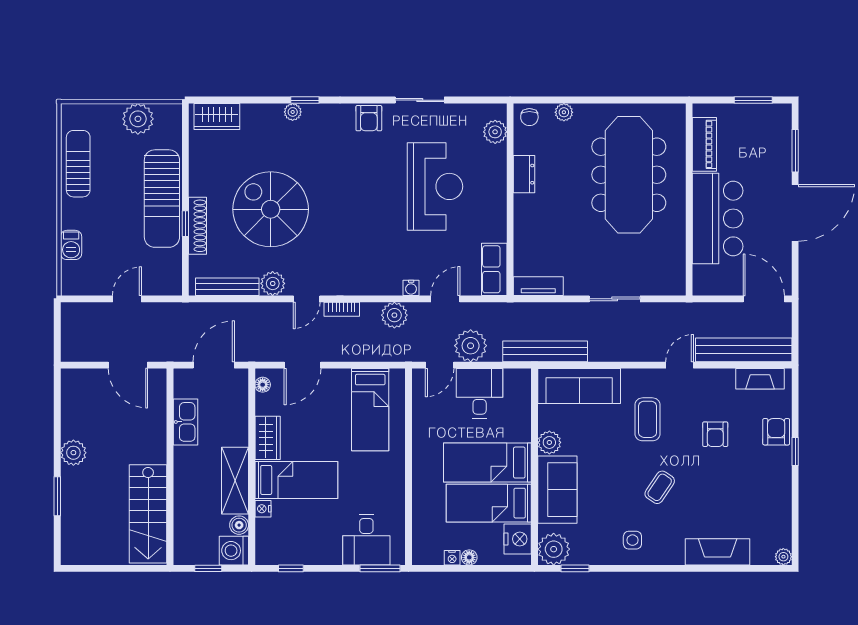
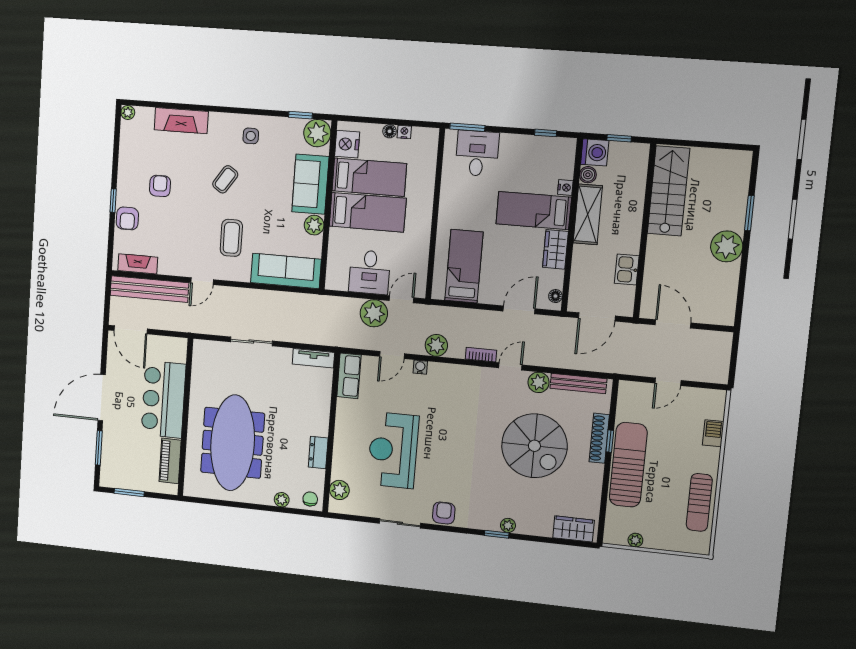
plant: (138, 119) -> (635, 540), width x0.53, depth x0.53
bench: (545, 351) -> (312, 303), removed
kitchen sink: (185, 422) -> (627, 270), width x0.73
armchair: (715, 434) -> (160, 186), moved
plant: (73, 453) -> (727, 246), width x1.36, depth x1.36

